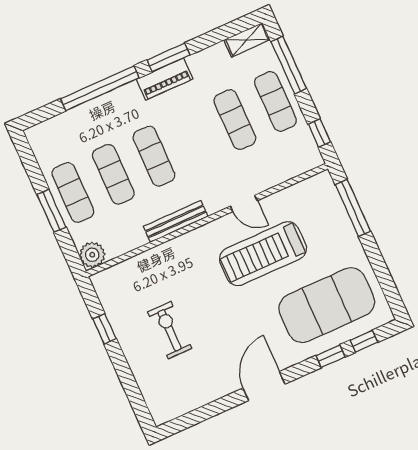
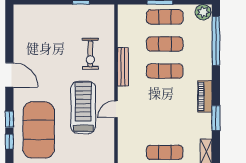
window: (168, 57) -> (216, 118), moved
window: (100, 88) -> (216, 41), moved
exercise mat: (235, 120) -> (165, 125), removed
plant: (92, 255) -> (203, 12), moved
exercise bike: (170, 330) -> (90, 54), moved, turned 90

